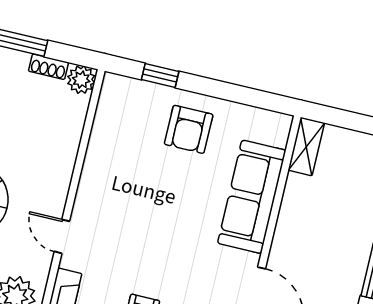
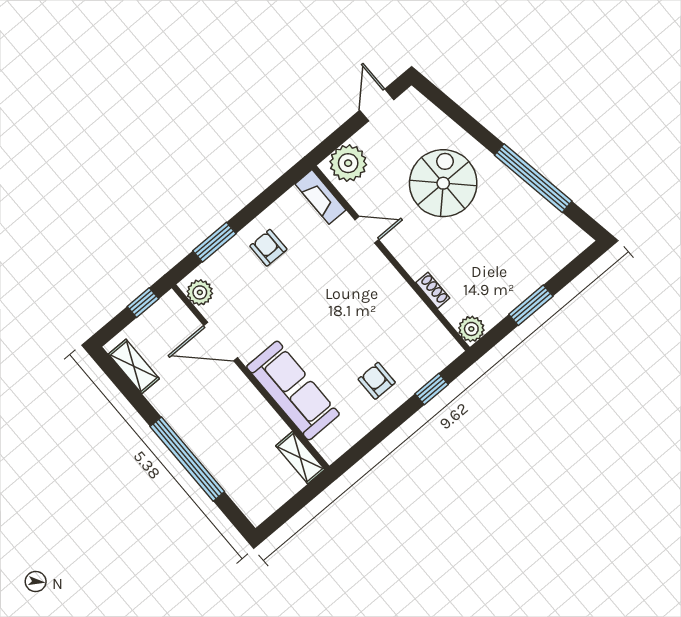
shoe rack: (48, 67) -> (433, 290), moved, turned 90
armchair: (189, 129) -> (377, 381), width x0.72, depth x0.72

